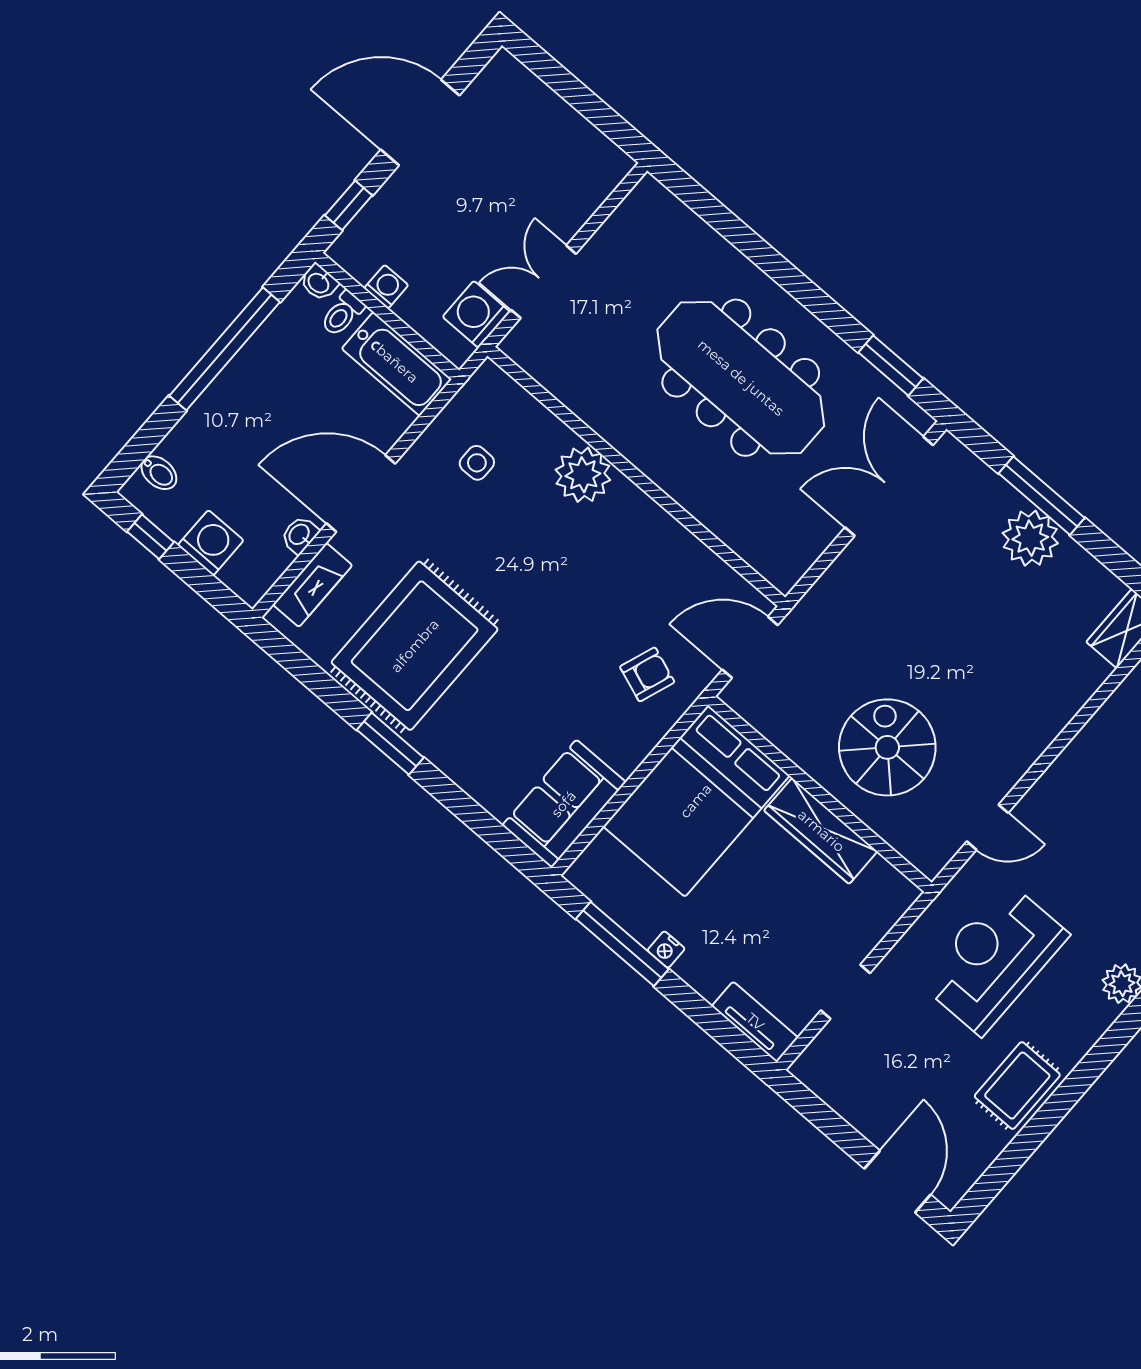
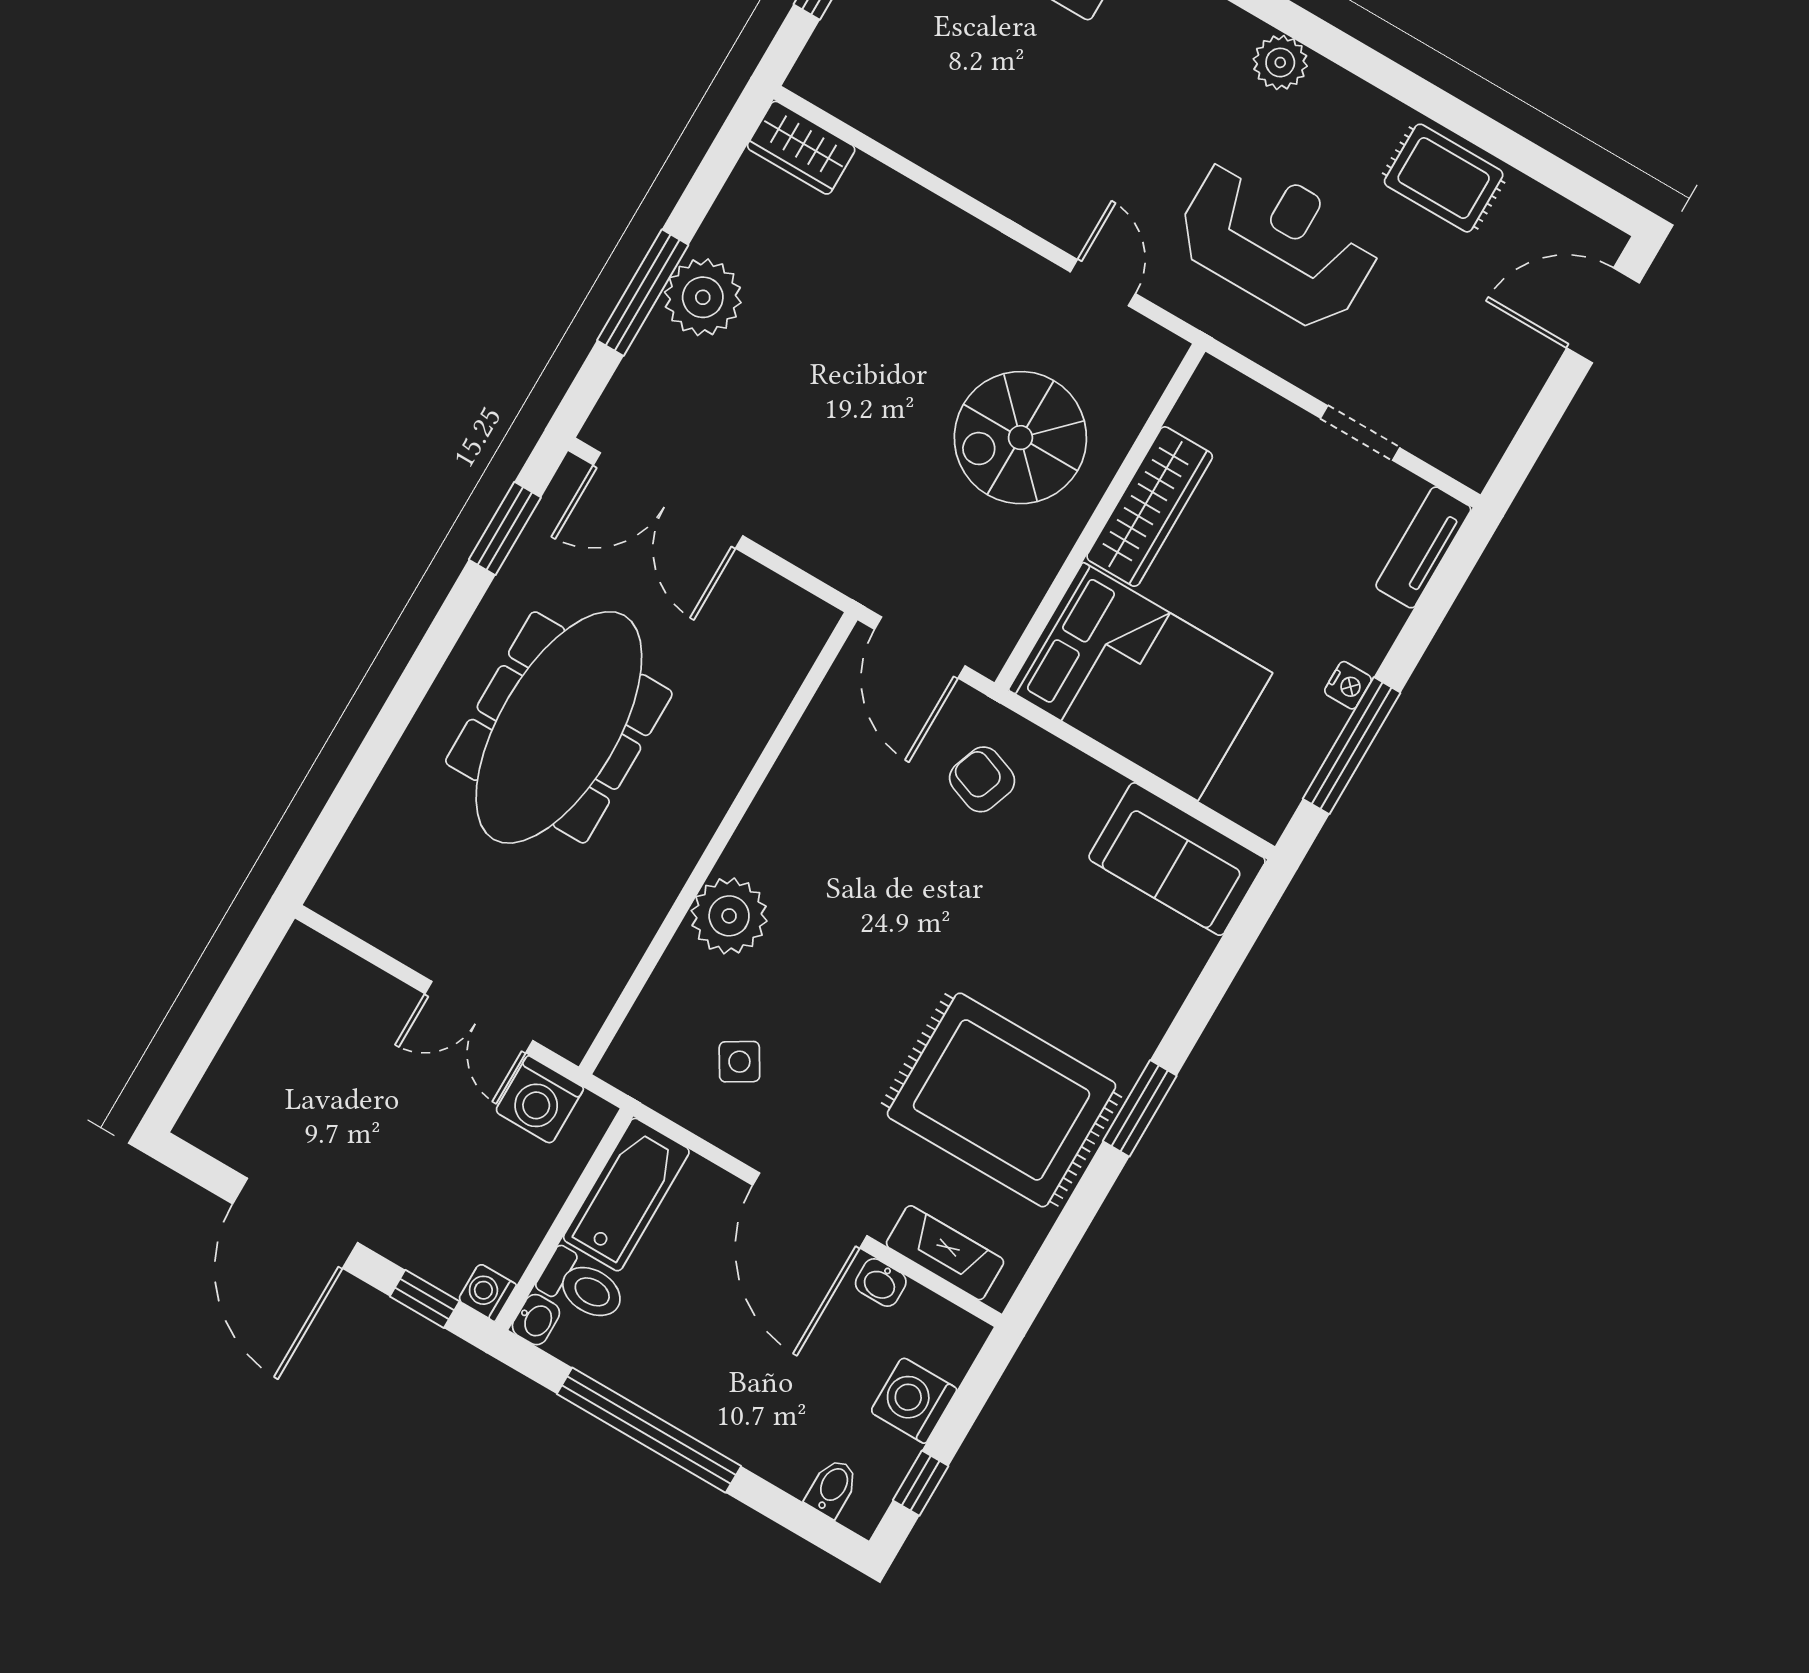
washing machine: (386, 287) -> (487, 1292), moved
toilet: (342, 314) -> (582, 1286), width x1.37, depth x1.39
side table: (477, 463) -> (739, 1062), turned -31
reception desk: (994, 958) -> (1278, 241), turned 180

